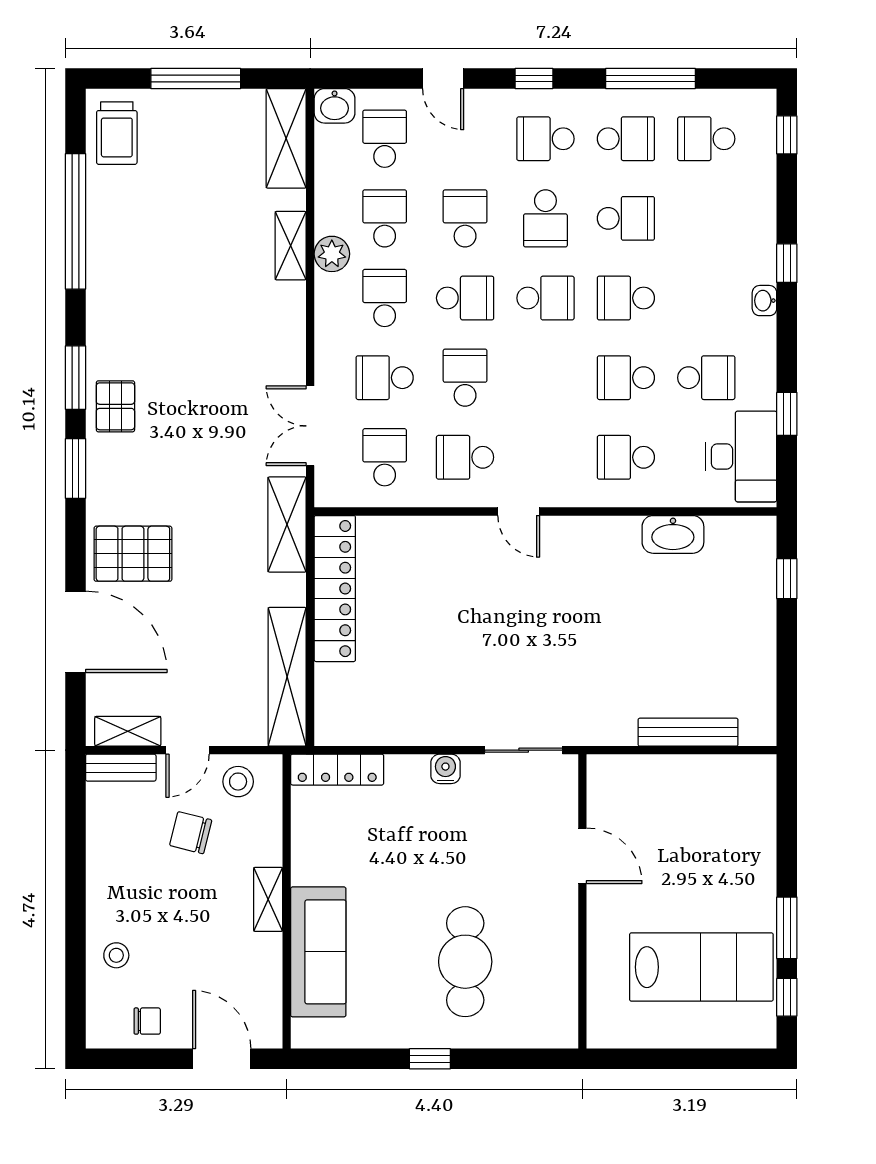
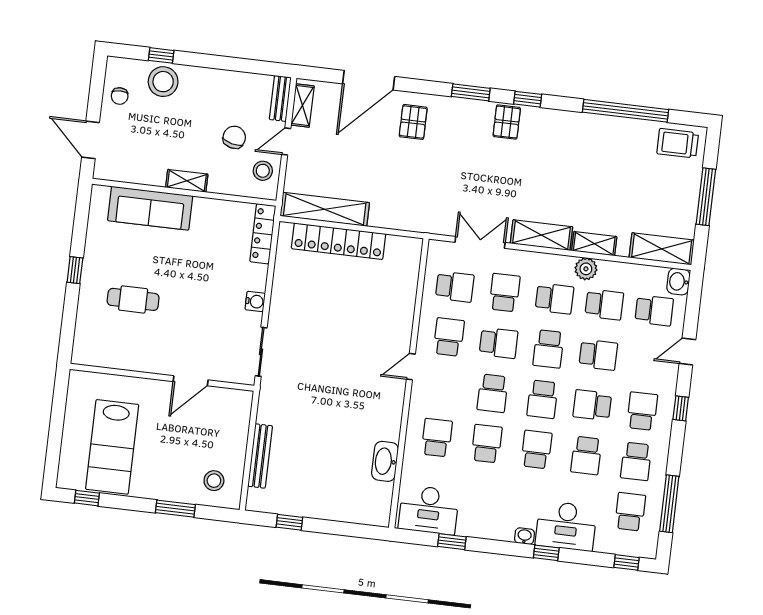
window: (650, 78) -> (669, 504), moved
desk: (741, 237) -> (566, 526), added
window: (75, 378) -> (528, 99), width x0.67
school desk: (706, 378) -> (493, 393), moved
pallet: (115, 406) -> (507, 122), turned 90
shelving: (287, 524) -> (541, 235), moved
pallet: (133, 554) -> (413, 122), width x0.67, depth x0.71
window: (787, 579) -> (289, 522), moved
locker: (335, 589) -> (339, 241), moved
door: (188, 750) -> (286, 141), hinge flipped
stool: (735, 800) -> (214, 481), added
window: (787, 928) -> (175, 509), moved
stool: (116, 955) -> (163, 82), width x1.89, depth x1.89
cafe table: (465, 962) -> (133, 299), width x0.73, depth x0.74
window: (75, 963) -> (161, 55), added
door: (222, 1059) -> (91, 140), swing flipped

